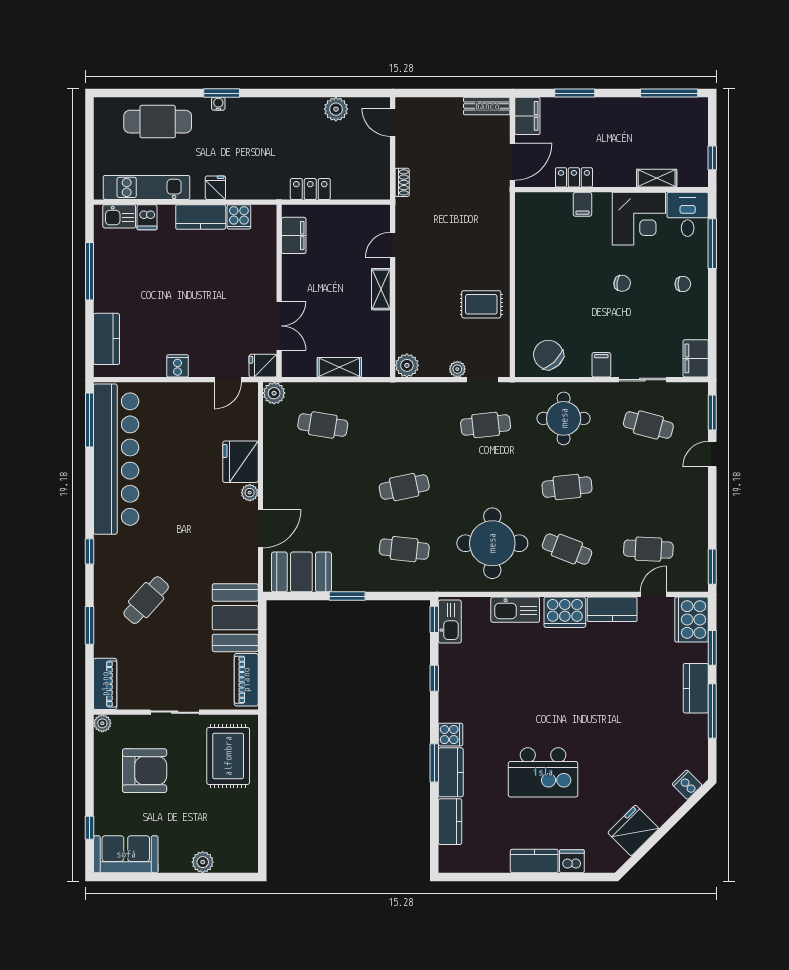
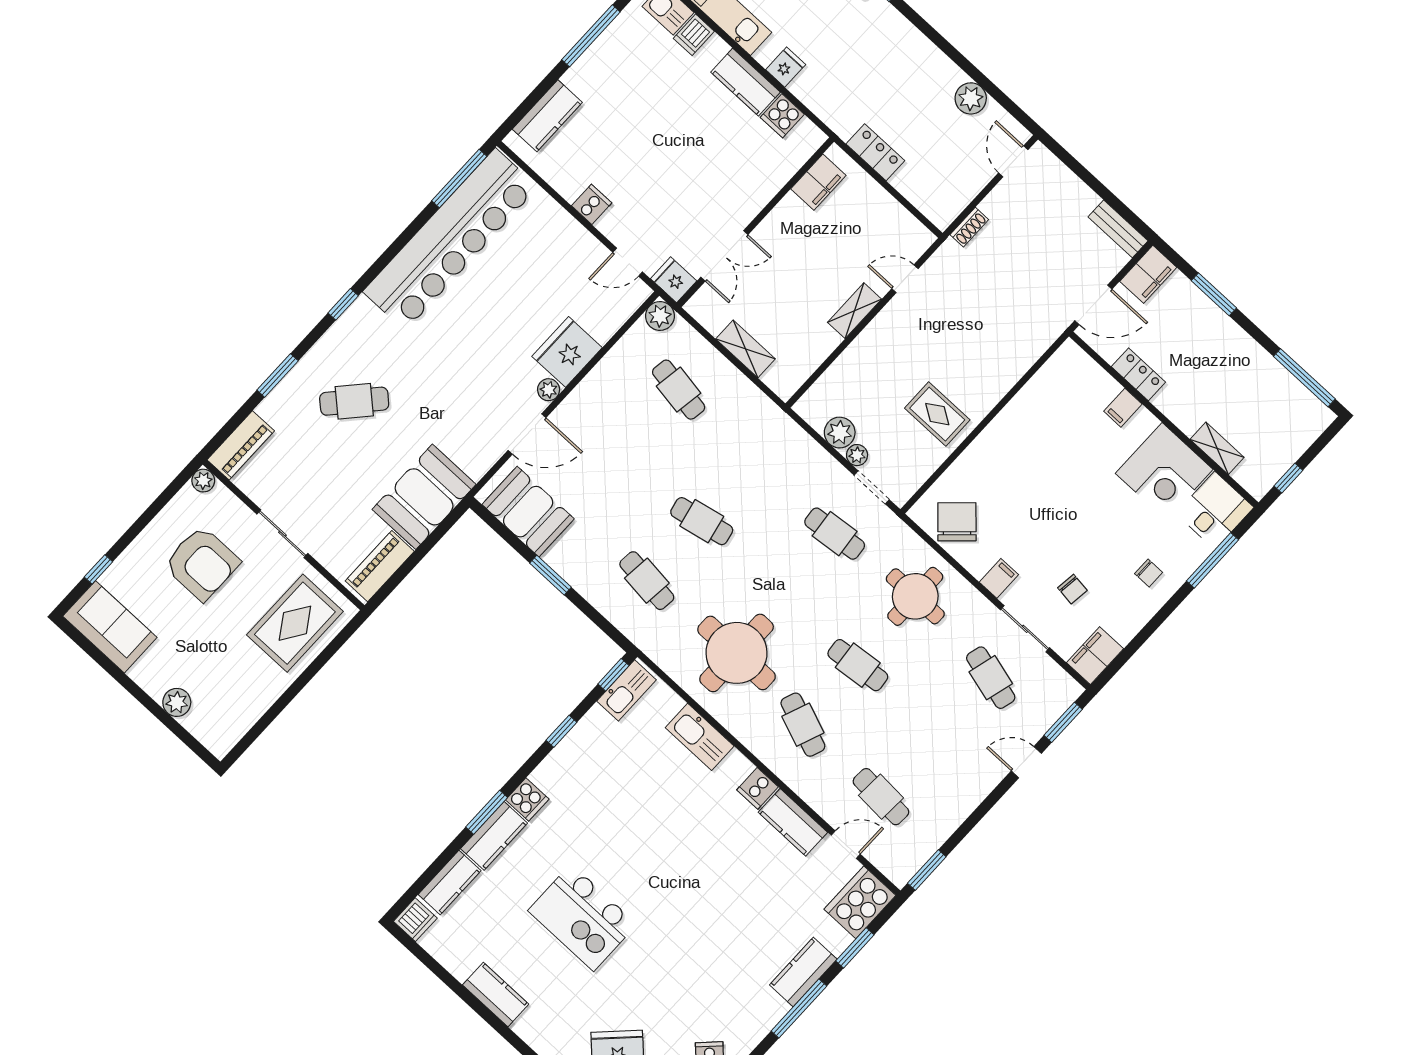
chair: (622, 283) -> (1072, 589), moved
plant: (407, 365) -> (840, 433), moved
cooker: (565, 612) -> (758, 788), width x0.53, depth x0.76
dishwasher: (572, 861) -> (415, 920), moved, turned 90

